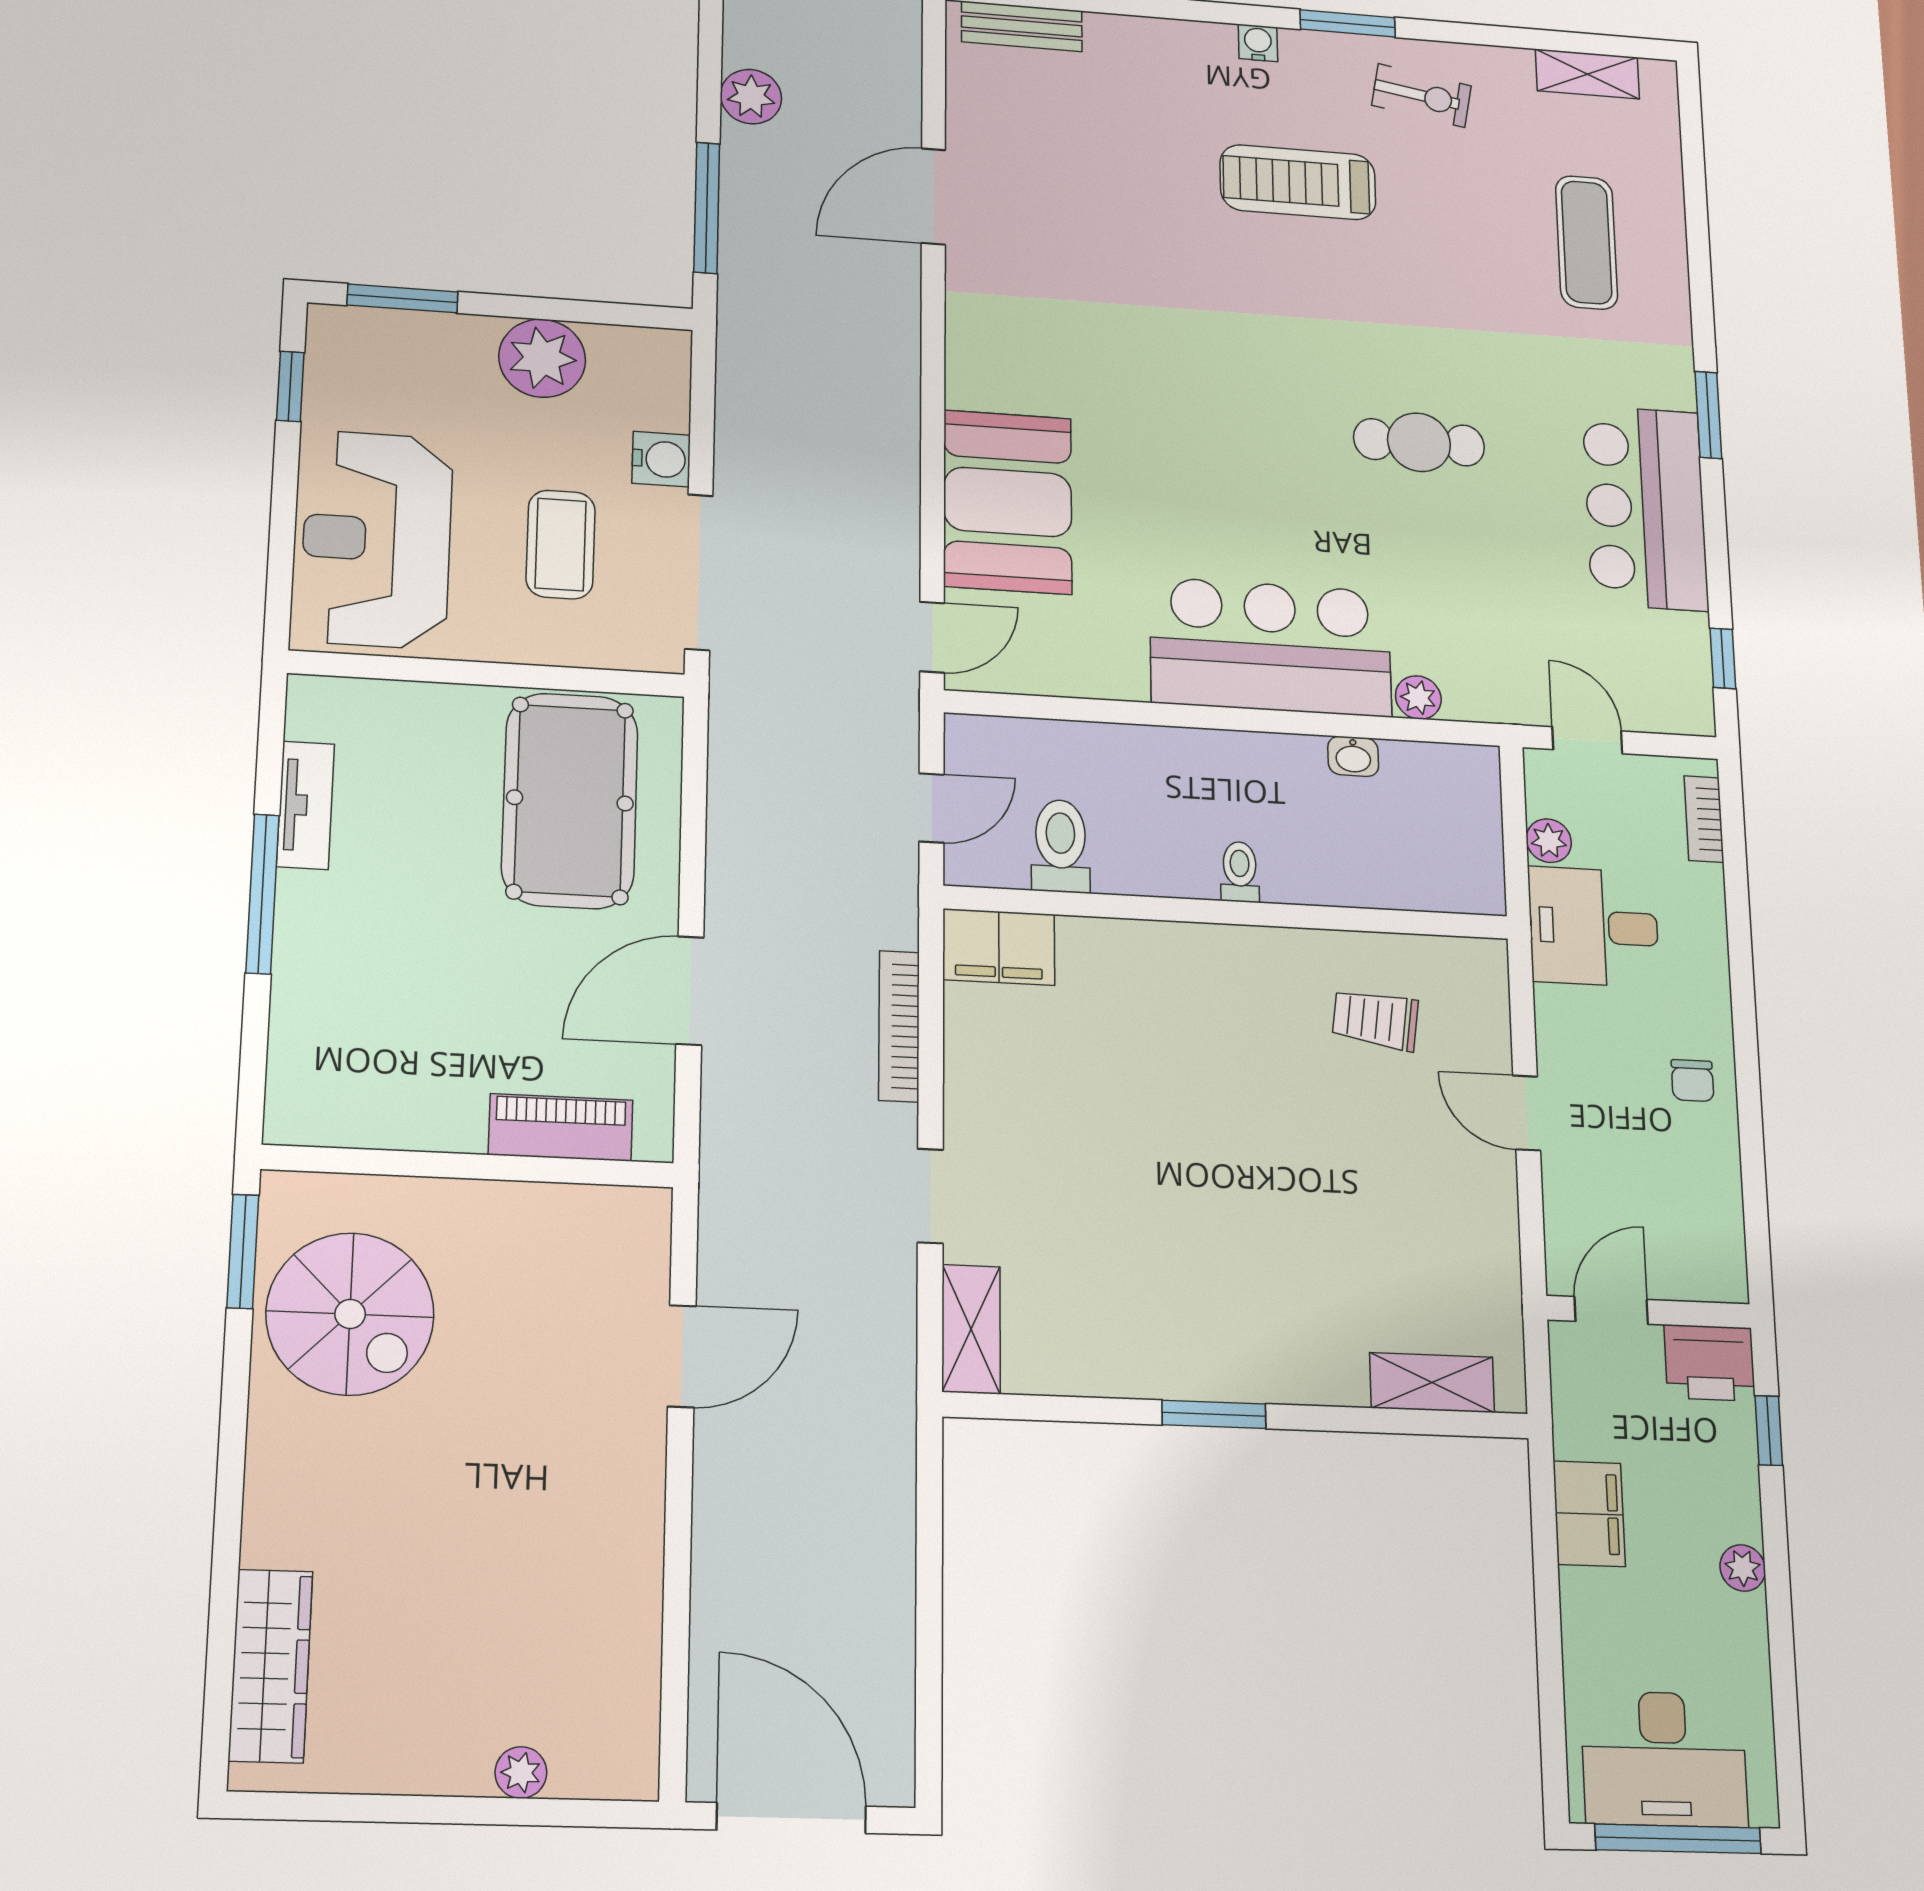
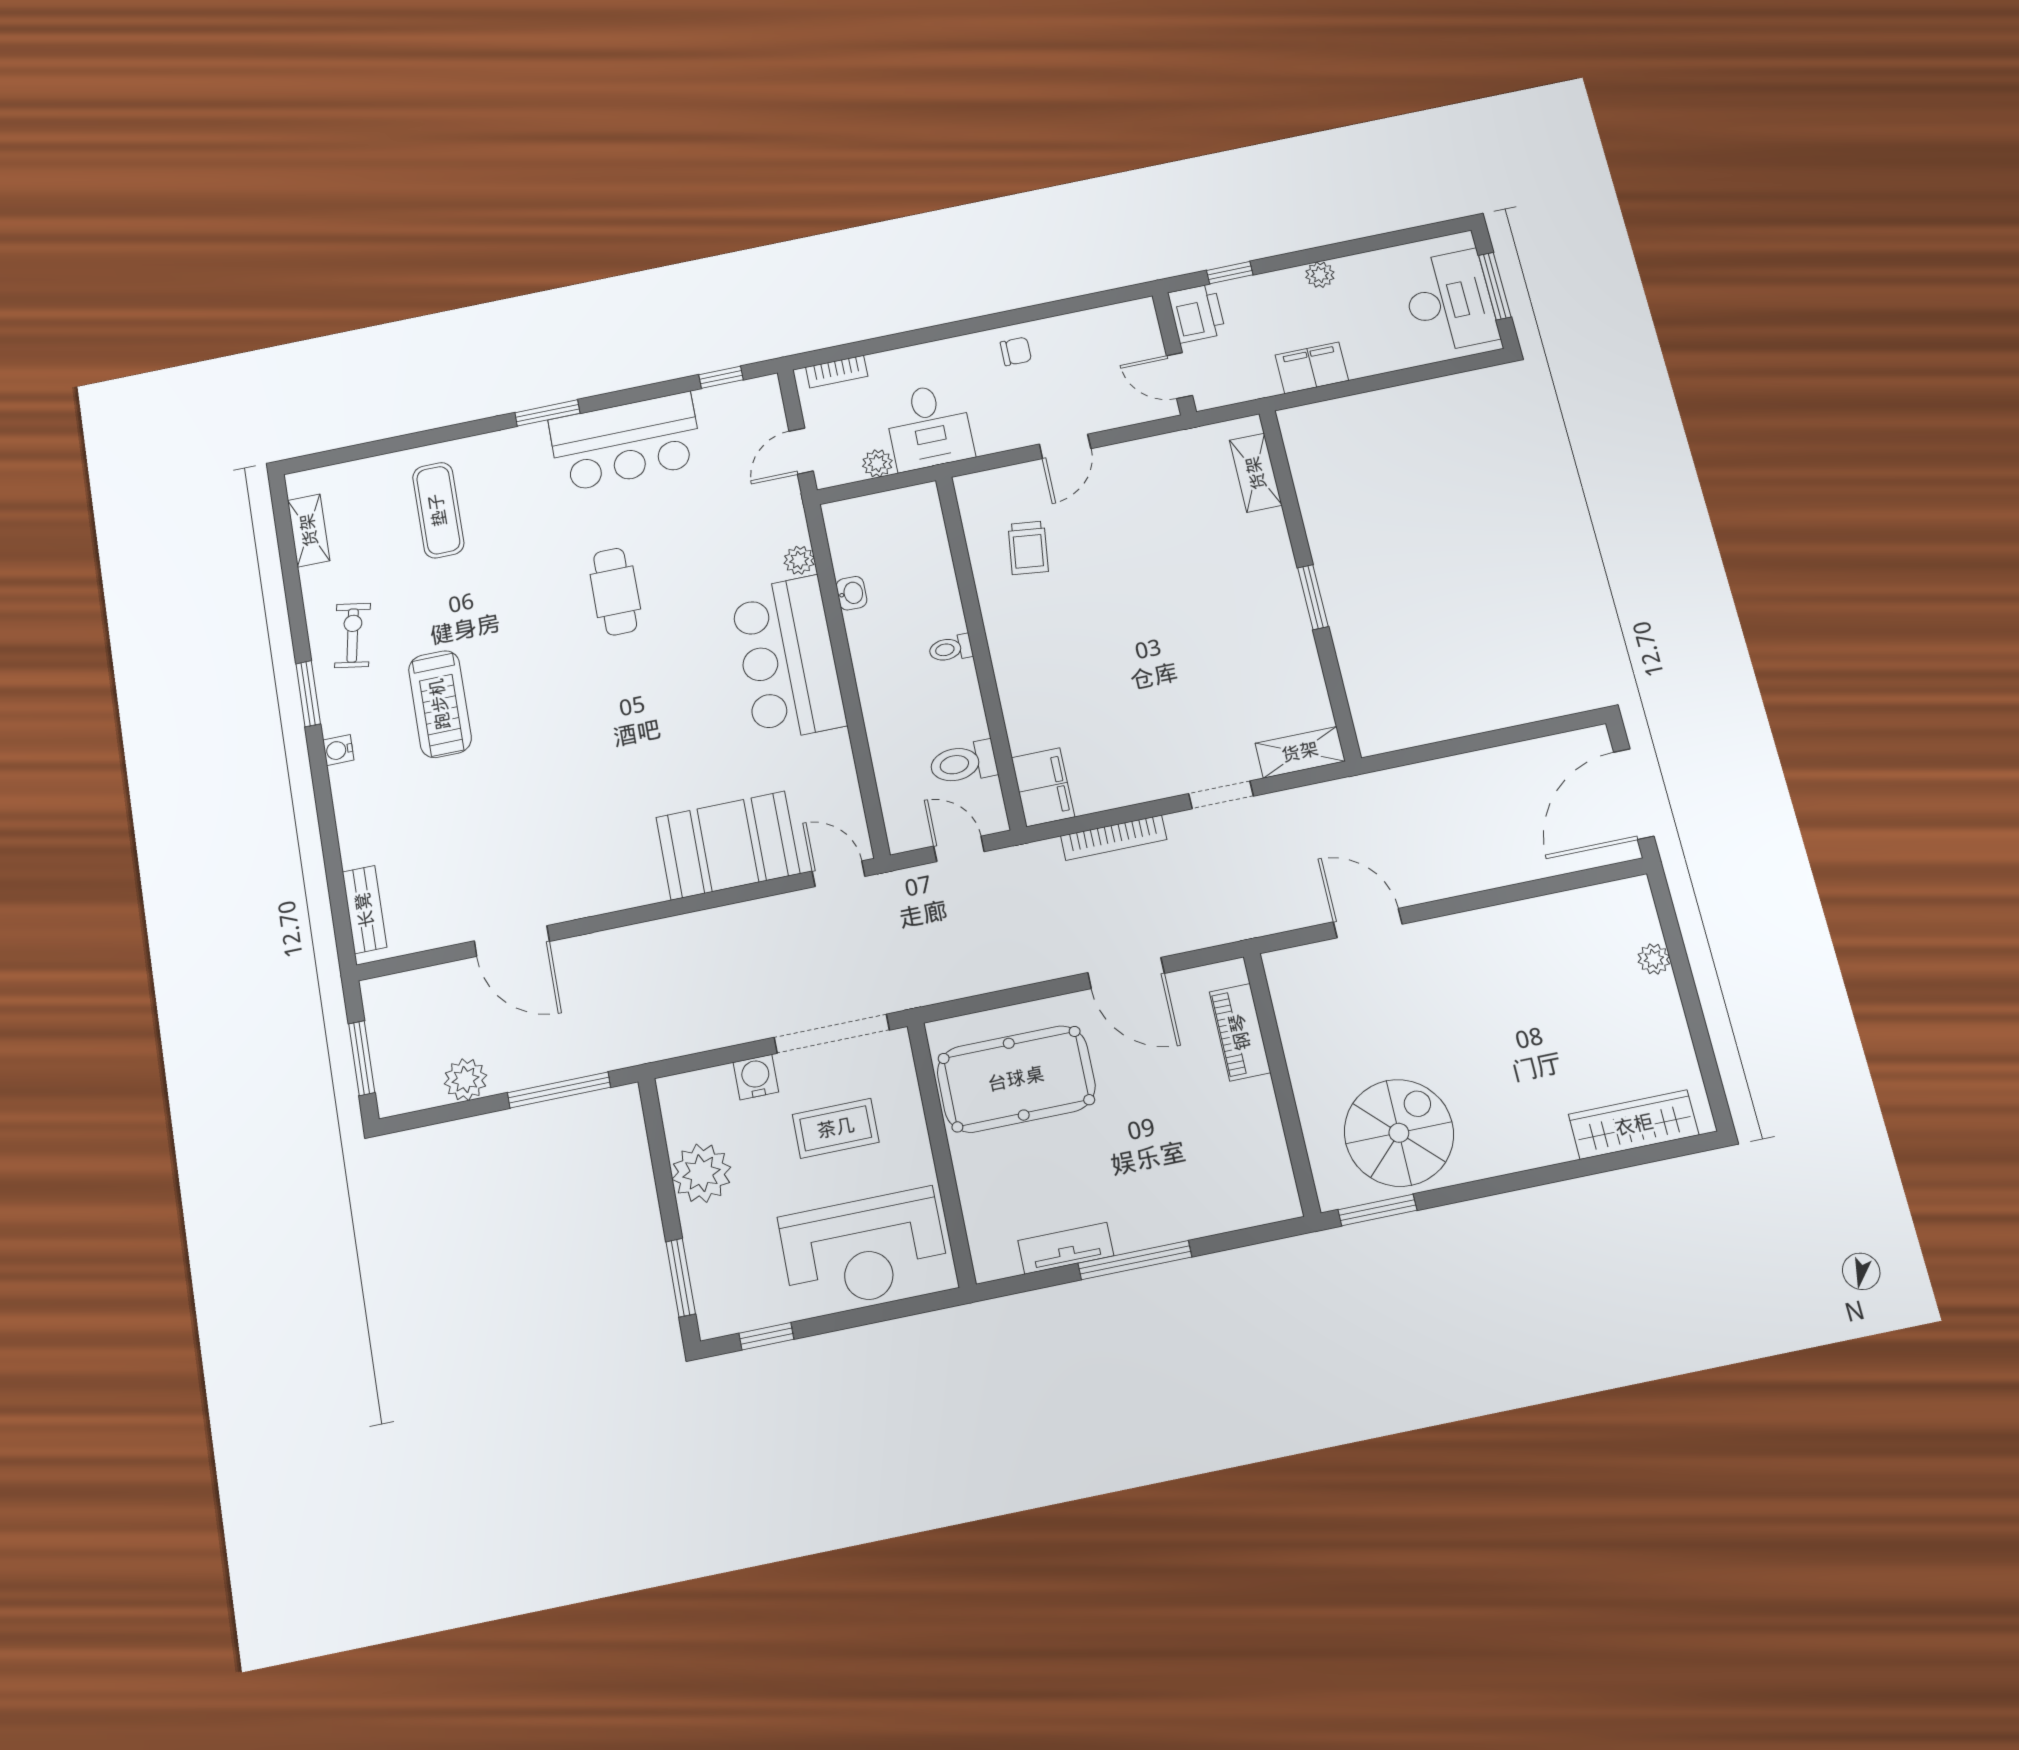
exercise mat: (1587, 242) -> (438, 510), turned 90
window: (1678, 1839) -> (1495, 286), width x0.69

